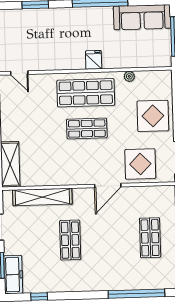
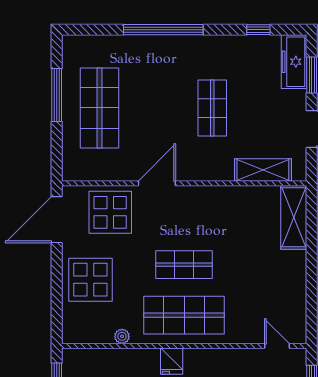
shelving: (42, 197) -> (263, 170), width x0.68
shop shelf: (150, 238) -> (100, 108), width x1.43, depth x1.36
window: (136, 294) -> (163, 30), moved

